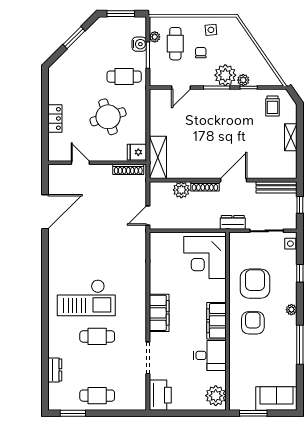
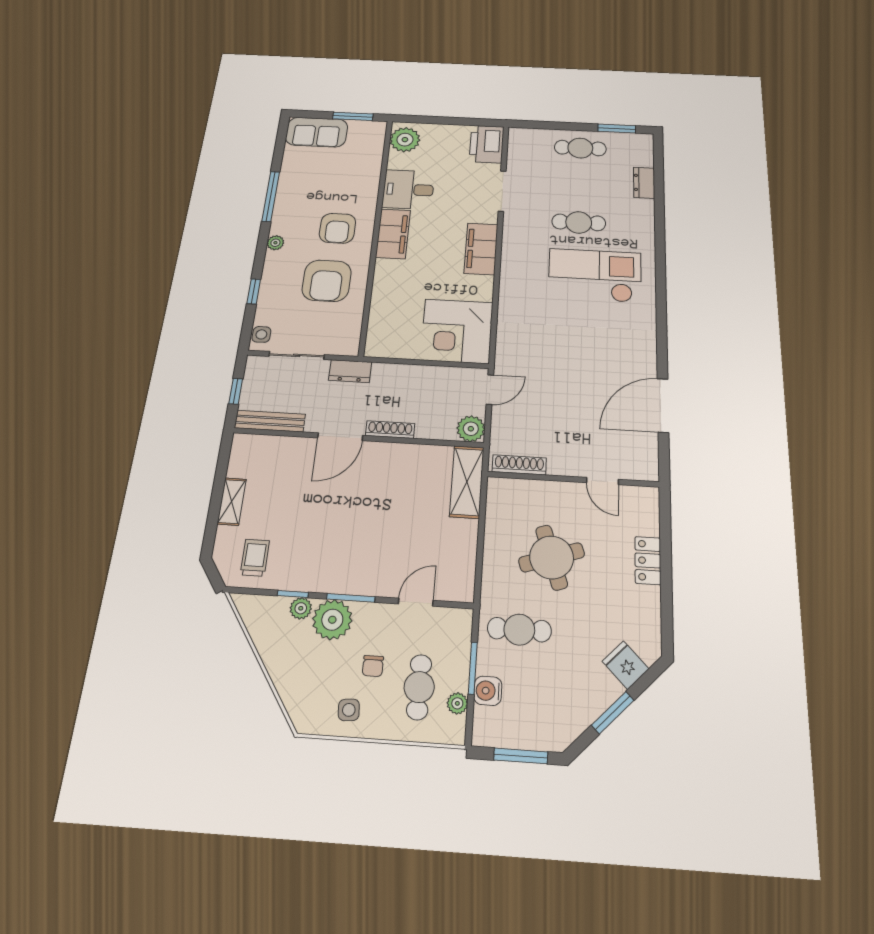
fridge: (137, 152) -> (626, 665), moved, turned -135
plant: (181, 190) -> (471, 429), moved
corner desk: (205, 257) -> (457, 331), moved, turned 180

